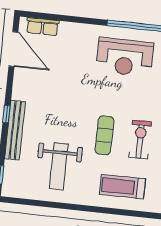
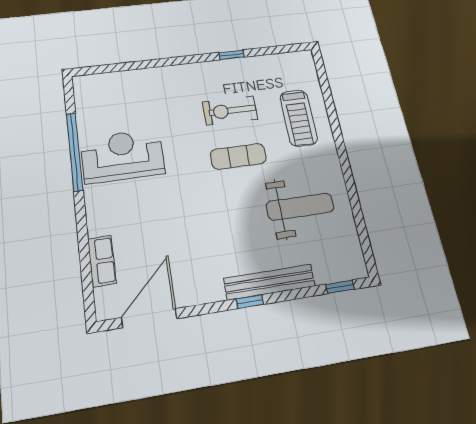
row of seats: (43, 27) -> (102, 261), moved
reception desk: (125, 57) -> (123, 156), turned -90

